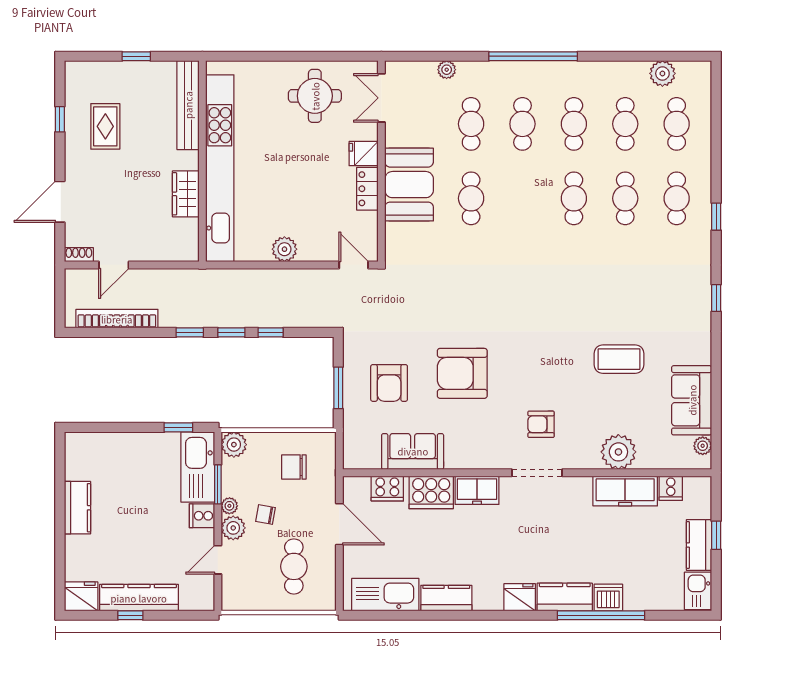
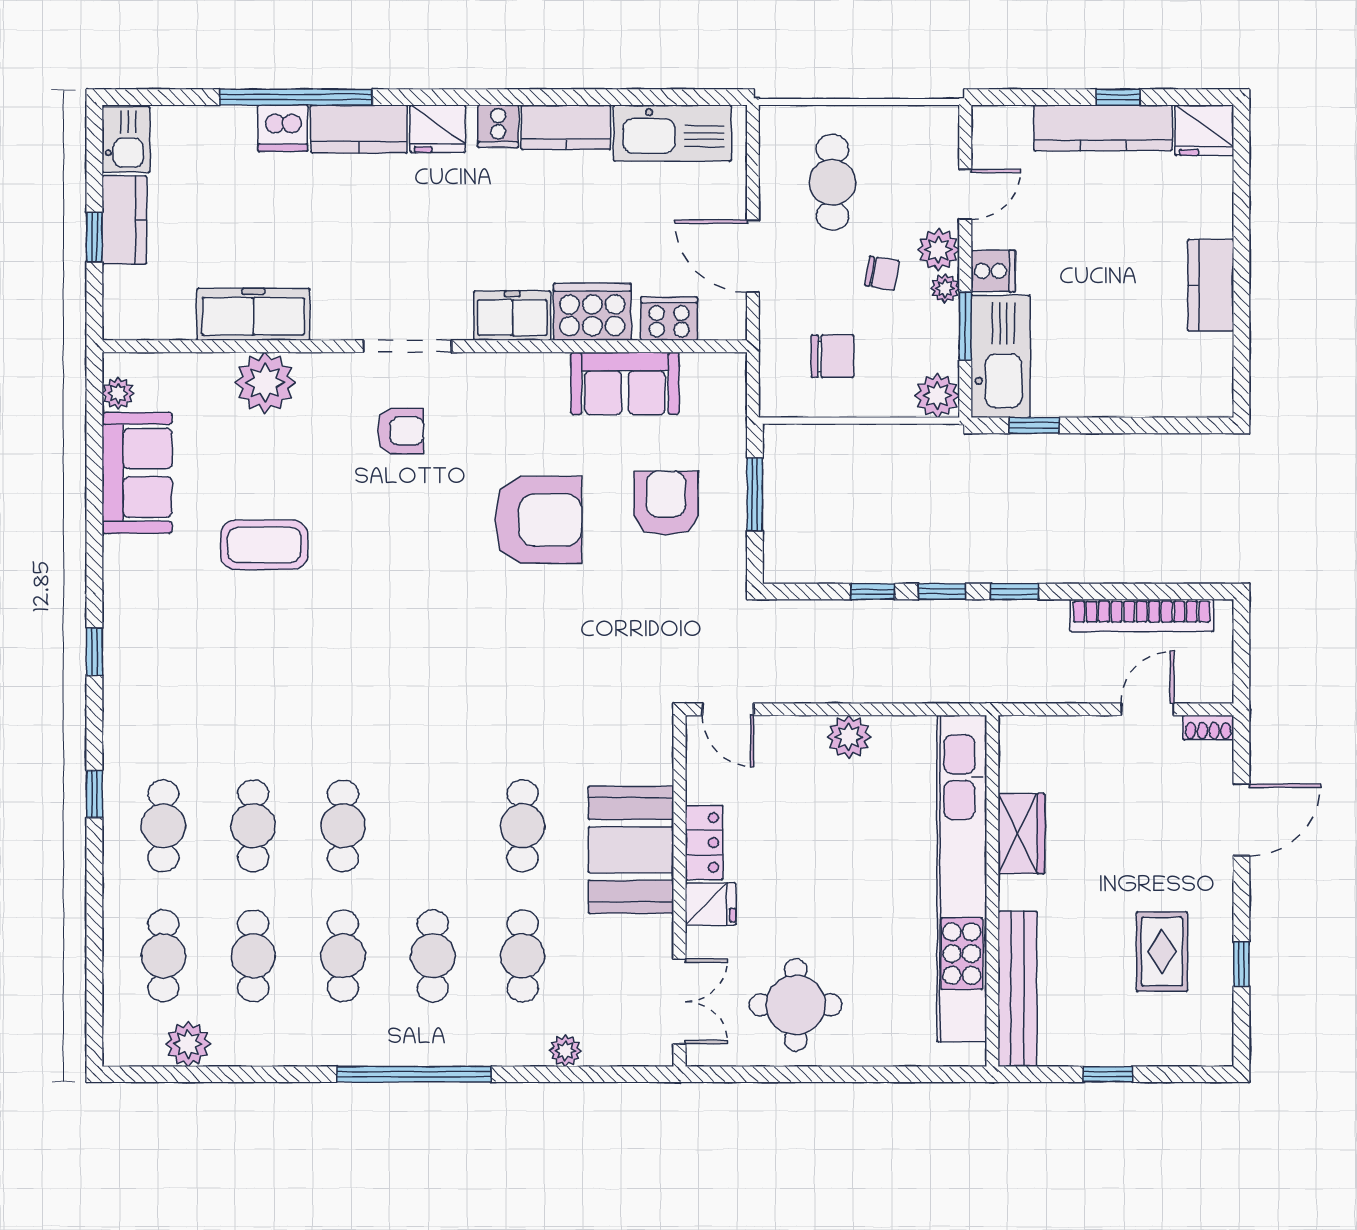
cooker: (671, 488) -> (498, 126), moved, turned 180

